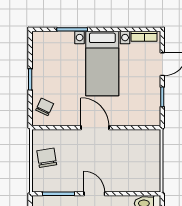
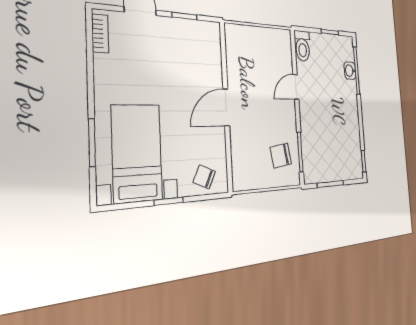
bed with nightstands: (102, 63) -> (137, 153), moved, turned -90
chair: (47, 158) -> (281, 156), moved
door: (94, 194) -> (296, 87), moved

